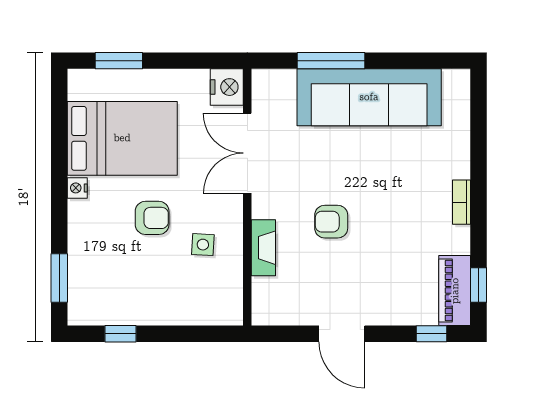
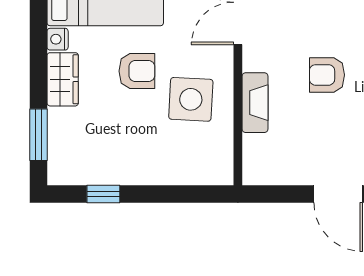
wardrobe: (82, 226) -> (63, 79), added
side table: (203, 245) -> (191, 99), width x1.87, depth x1.87

